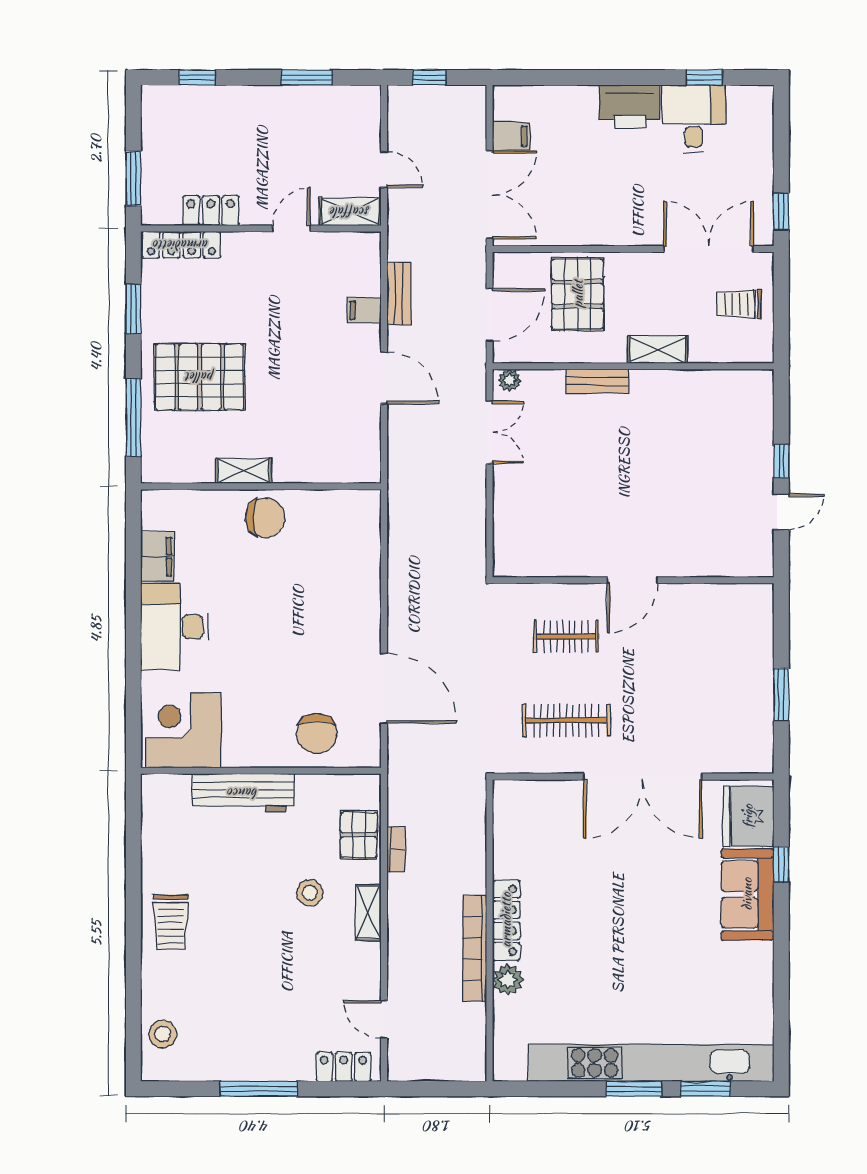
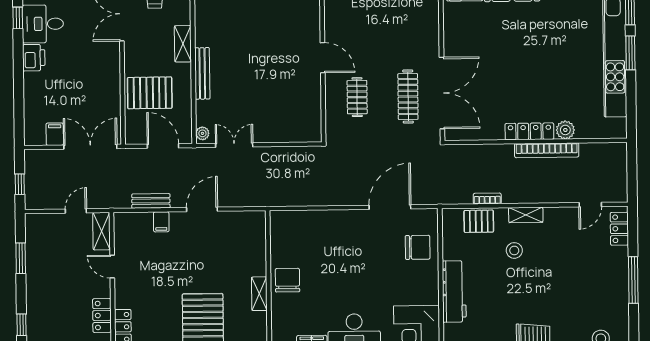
printer: (630, 107) -> (34, 58), width x0.73, depth x0.84
bench: (597, 381) -> (202, 73), width x1.36
double door: (643, 777) -> (442, 93), moved

